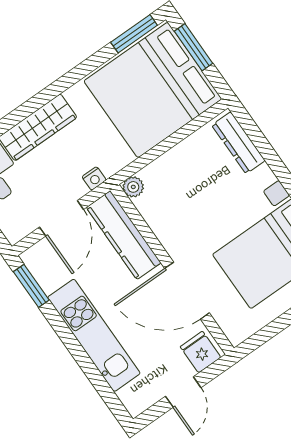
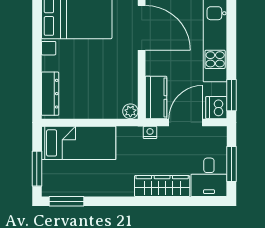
bed: (153, 90) -> (79, 143), width x0.49
kitchen counter: (124, 235) -> (156, 97), width x0.67
dishwasher: (39, 260) -> (216, 108), added

